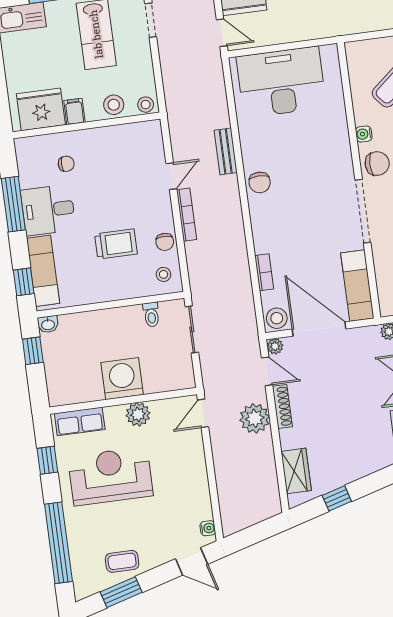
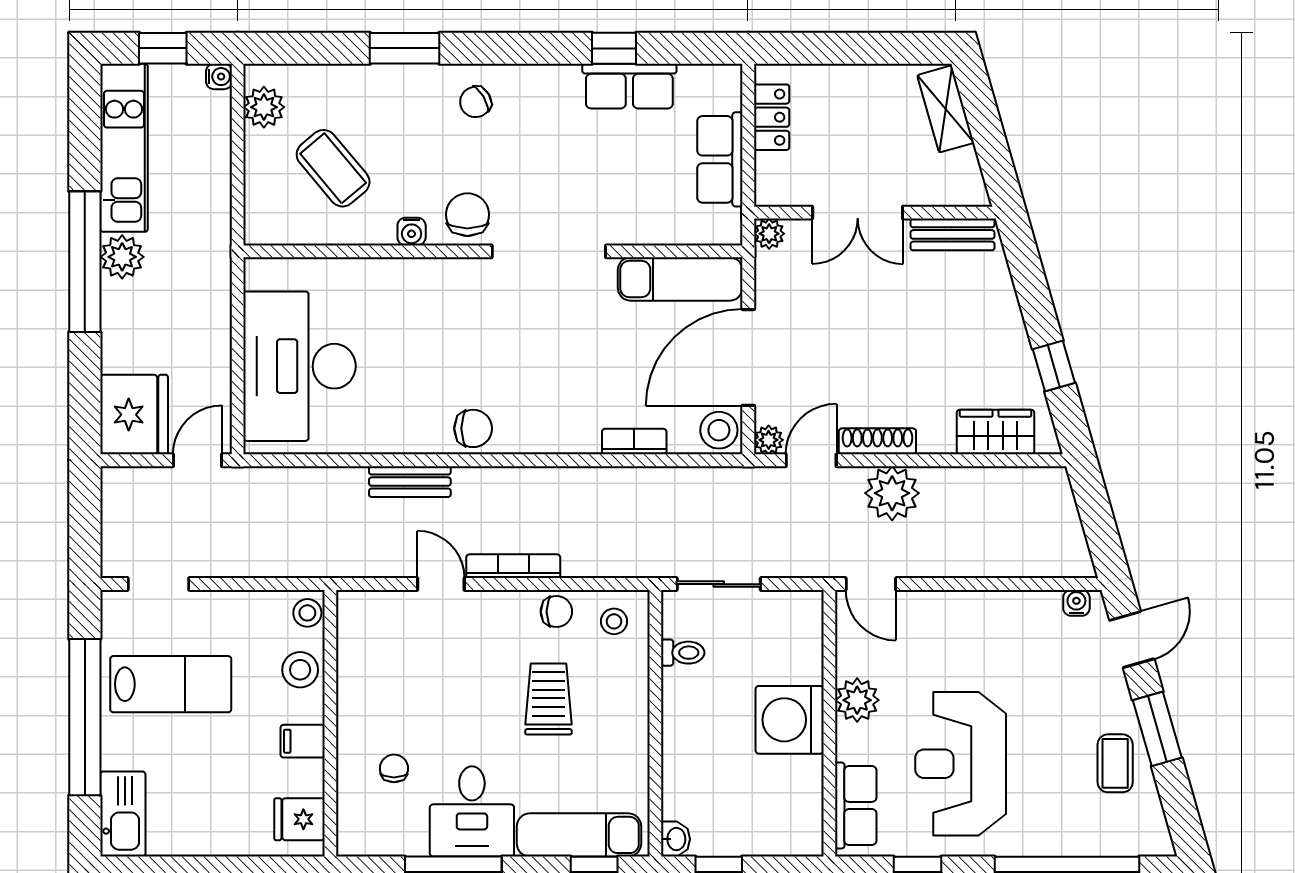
fridge: (41, 109) -> (299, 819), width x0.53, depth x0.75
window: (121, 592) -> (1157, 729), moved

